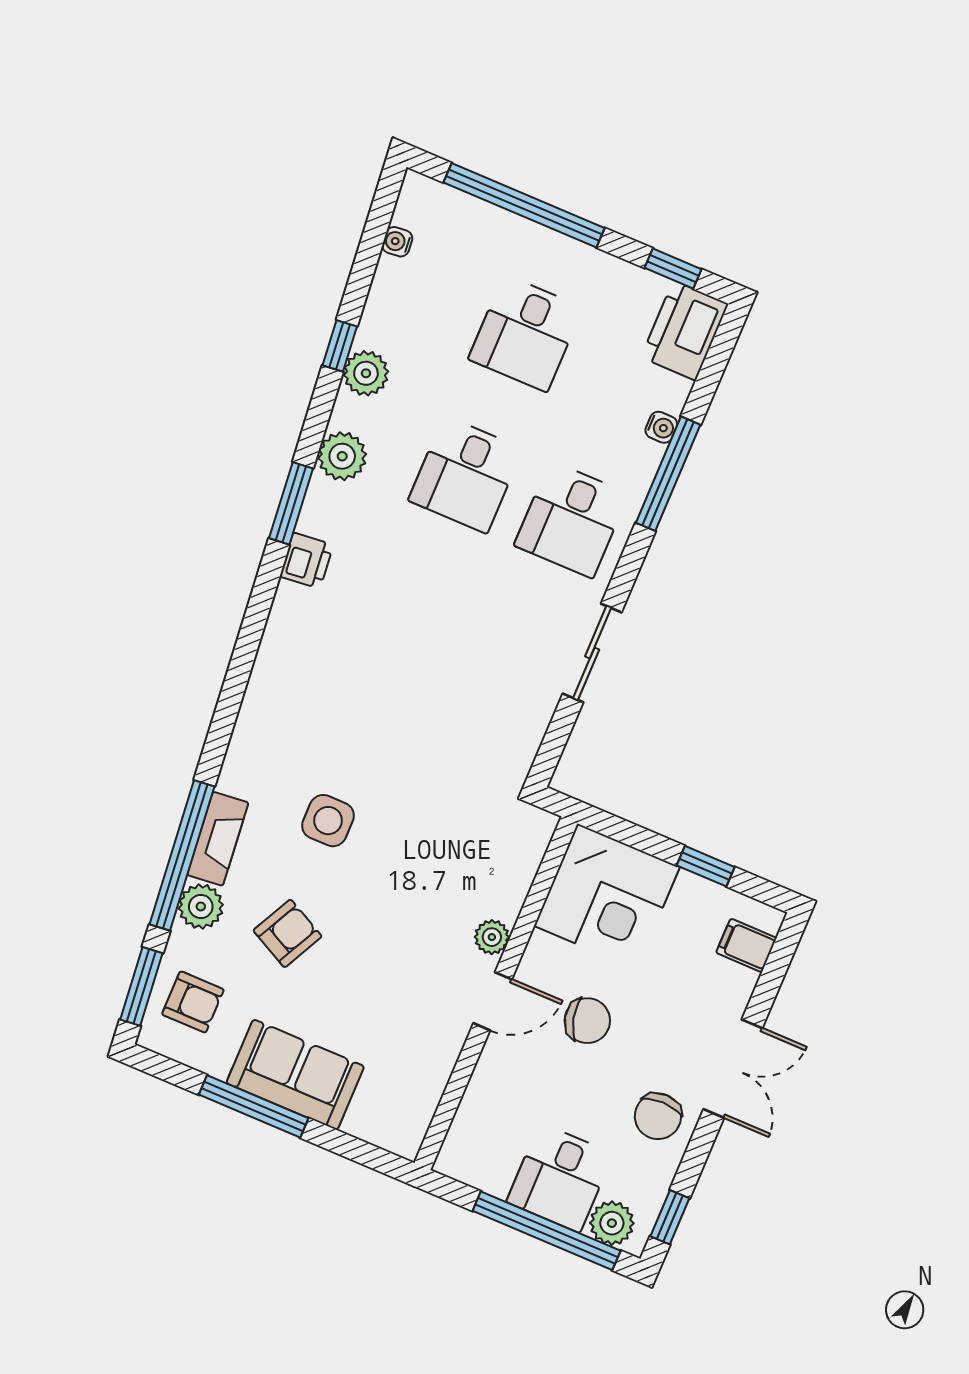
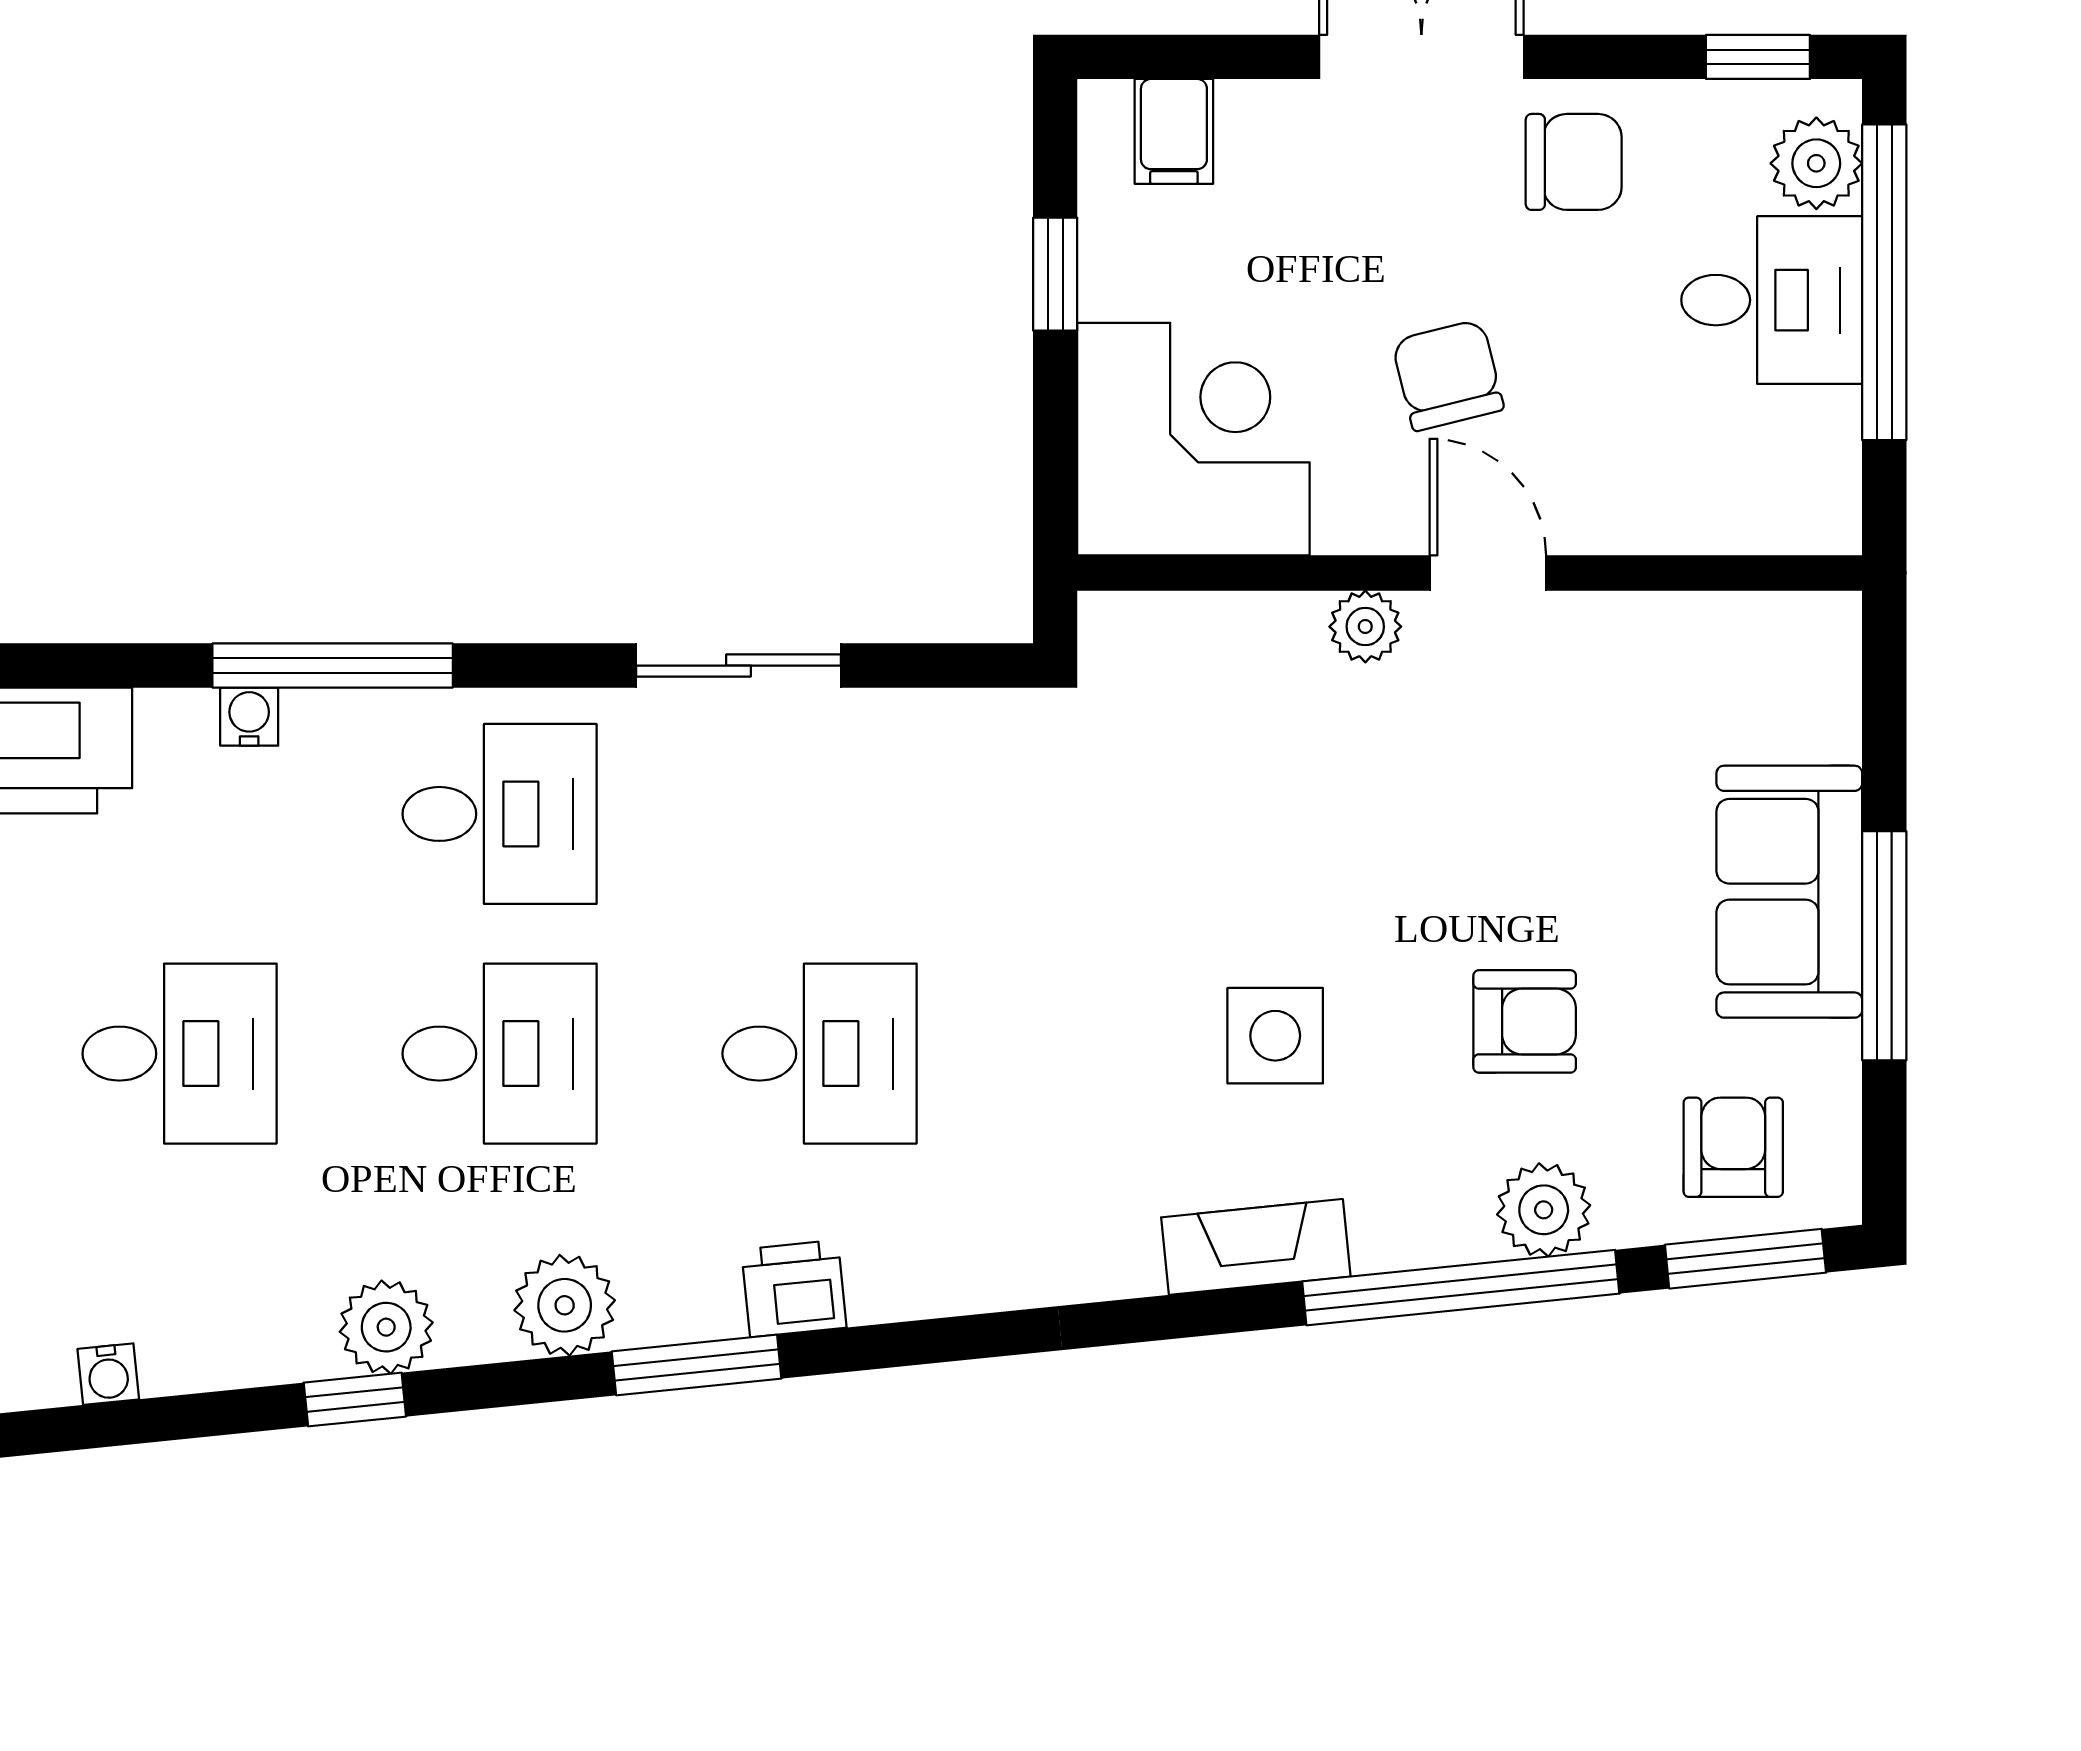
desk: (406, 616) -> (820, 1054), added
fireplace: (218, 839) -> (1256, 1247), moved
armchair: (288, 933) -> (1525, 1021), turned 153

